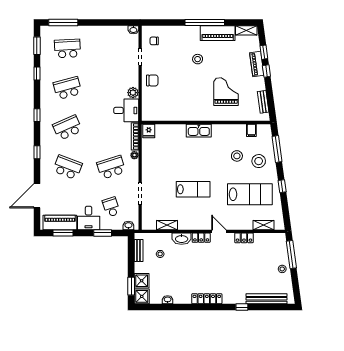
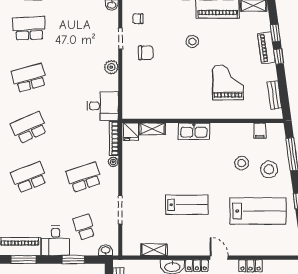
chair: (152, 80) -> (146, 53), moved
plant: (133, 93) -> (111, 67), moved
school desk: (67, 167) -> (29, 177), turned -42
shelving: (264, 225) -> (152, 129), moved

